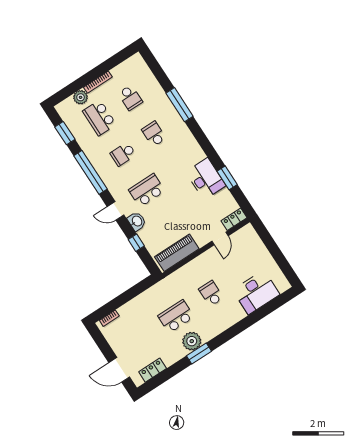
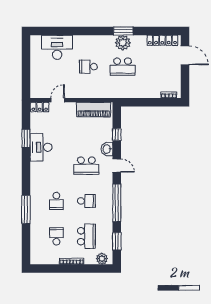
plant: (81, 97) -> (102, 259), moved
school desk: (211, 293) -> (88, 67), turned 90
locker: (153, 370) -> (162, 40), width x1.53

